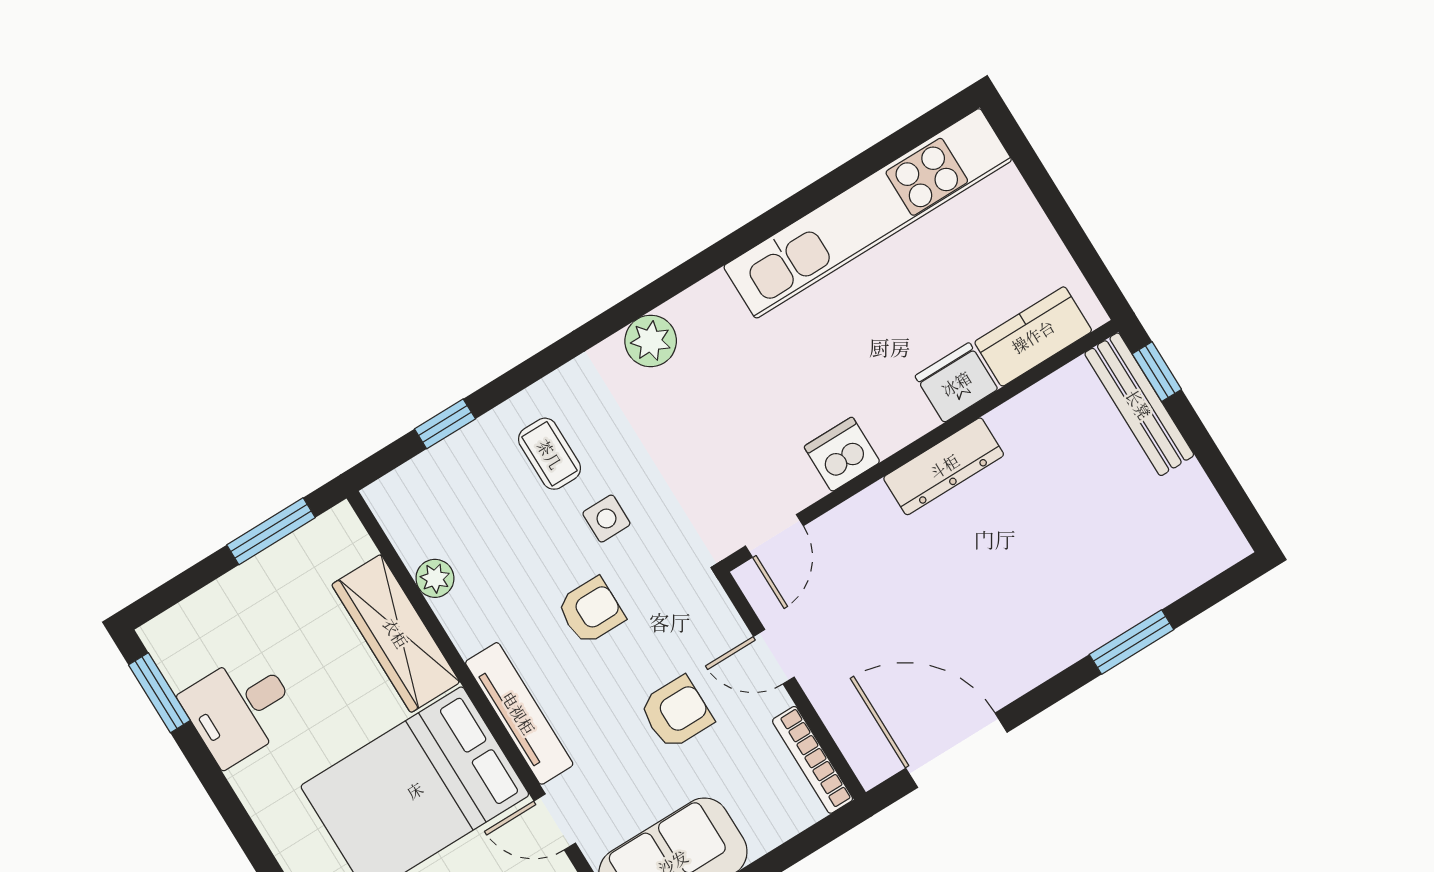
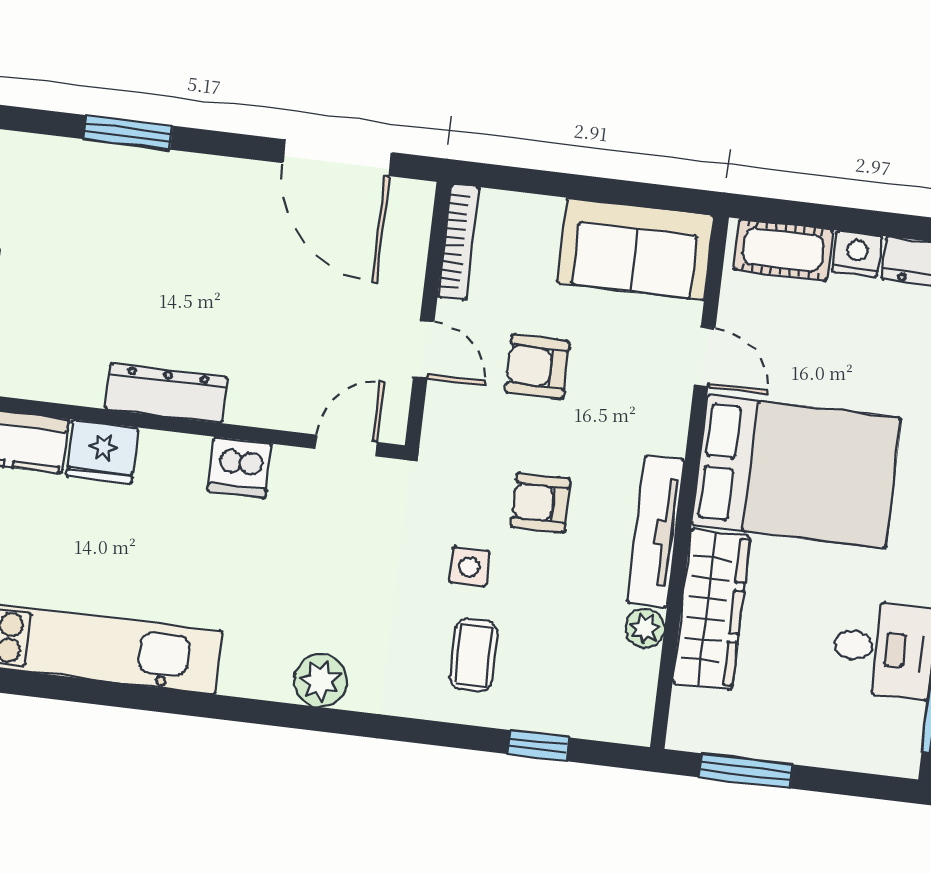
tv unit: (519, 713) -> (656, 531), moved

